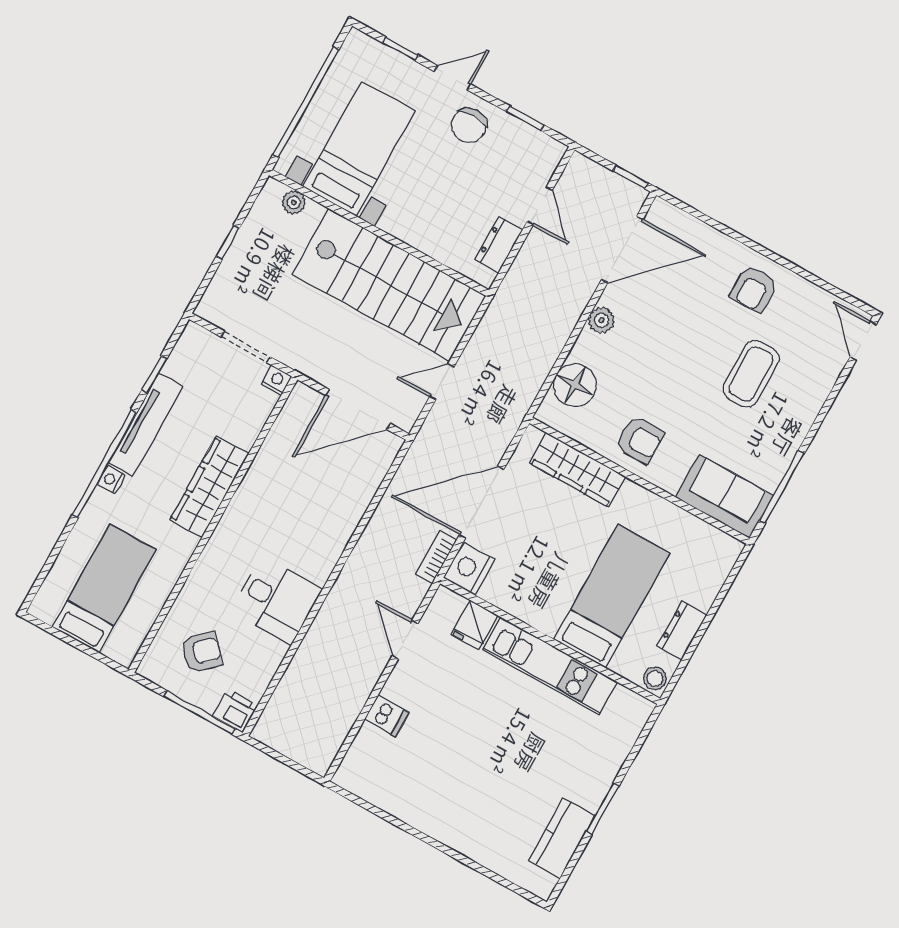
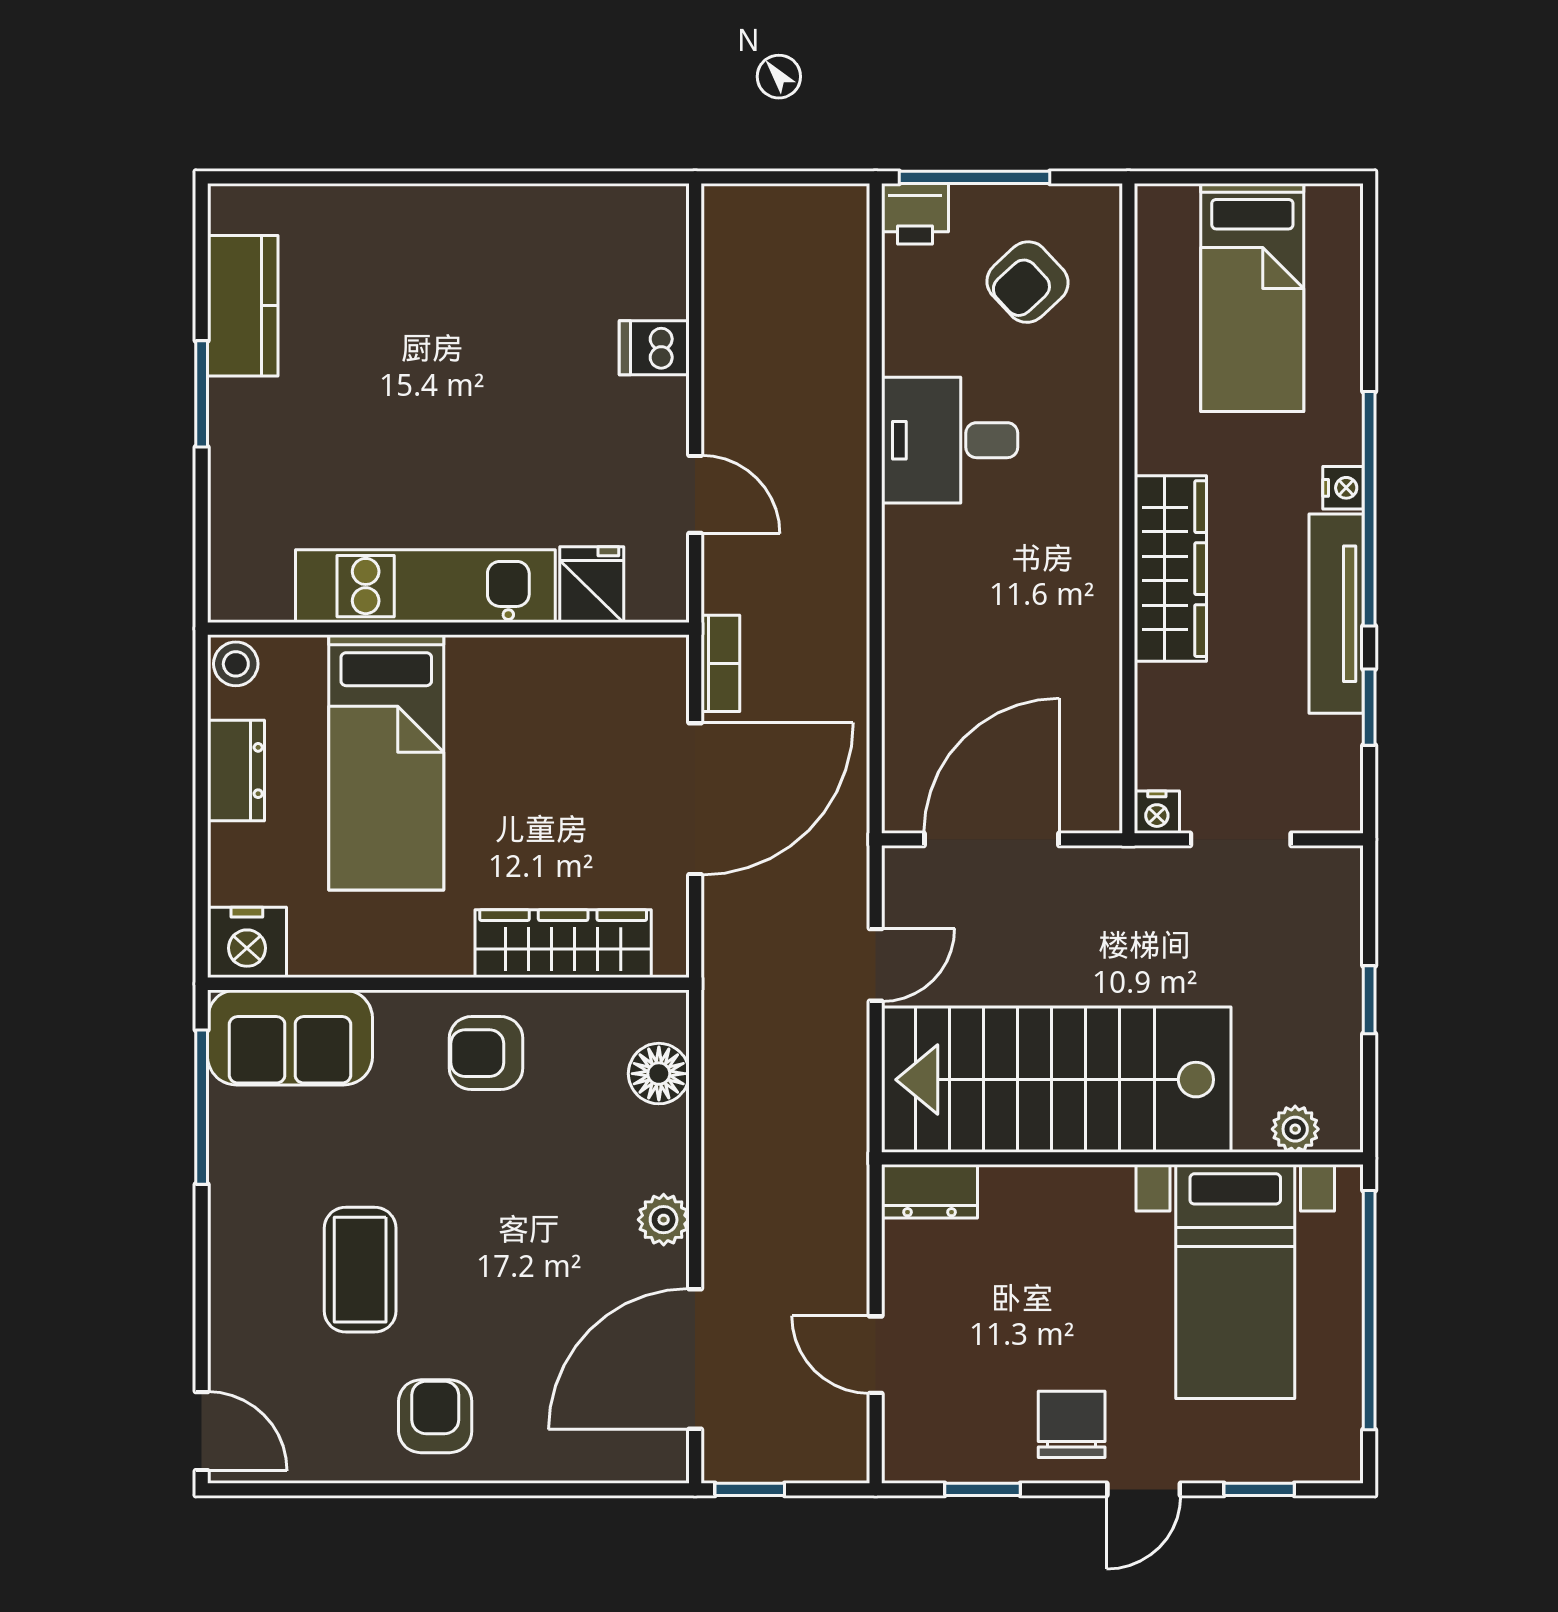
dresser: (499, 245) -> (930, 1191), moved, turned 90
floor lamp: (575, 385) -> (659, 1074), width x0.73, depth x0.73
nightstand: (469, 568) -> (247, 942), moved, turned 90

